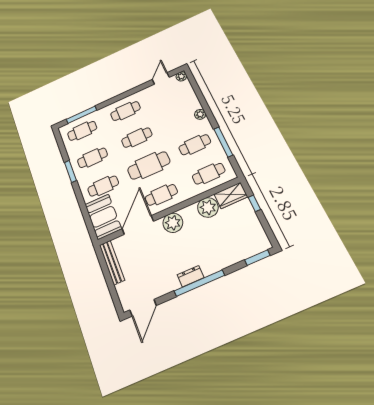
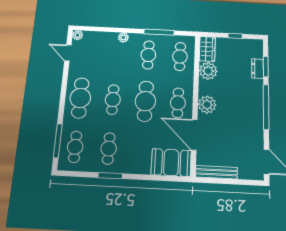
cafe table: (125, 111) -> (80, 98), width x1.37, depth x1.35
cafe table: (103, 186) -> (142, 150), removed
window: (254, 203) -> (235, 36), moved
window: (257, 258) -> (266, 67), moved
dresser: (191, 276) -> (258, 69), moved

